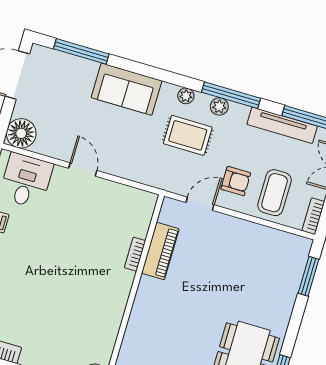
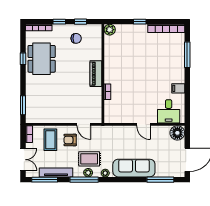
sofa: (127, 89) -> (134, 168), width x1.36
rug: (188, 135) -> (89, 159), moved
door: (200, 204) -> (84, 124), hinge flipped
piano: (160, 251) -> (96, 74), moved

